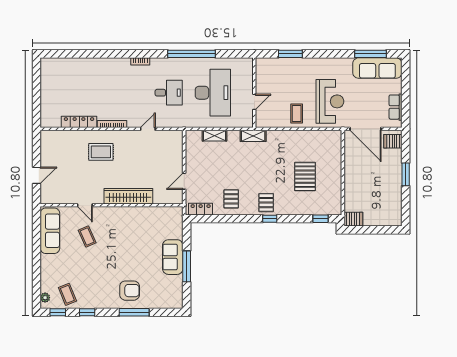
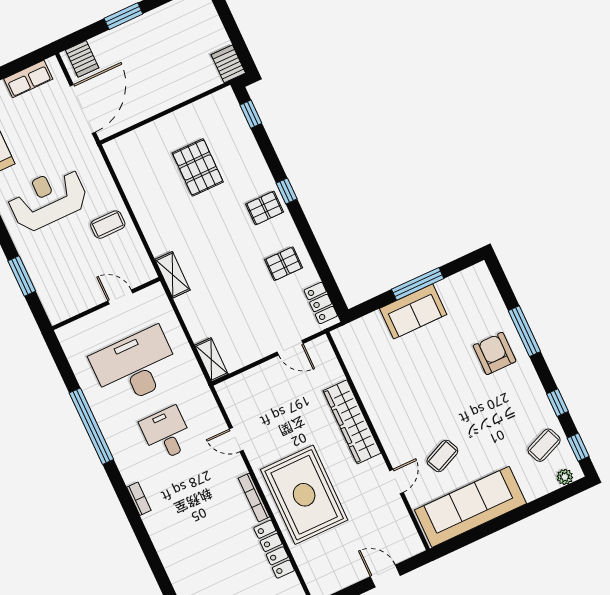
reception desk: (330, 101) -> (48, 199), moved
shelving: (215, 136) -> (211, 360), moved
rug: (101, 152) -> (304, 495), width x1.86, depth x2.06
pallet: (305, 177) -> (198, 167), turned 90
sofa: (50, 231) -> (471, 507), width x1.36, depth x1.27

